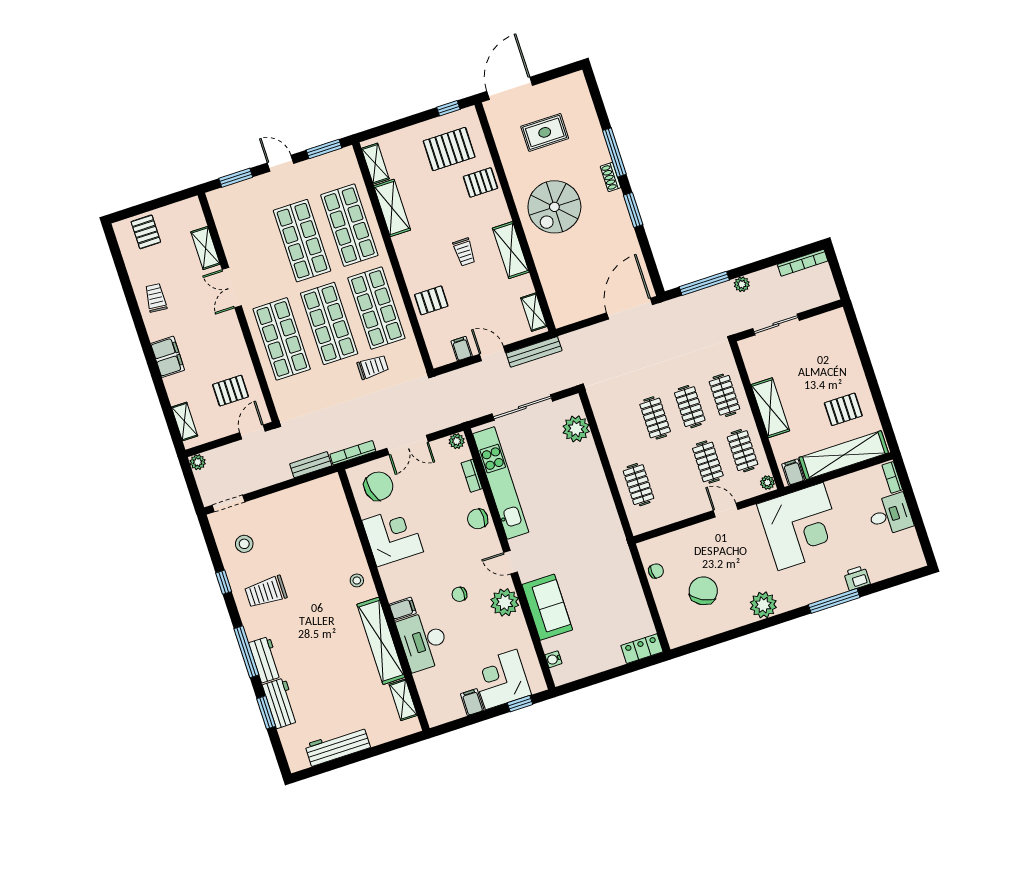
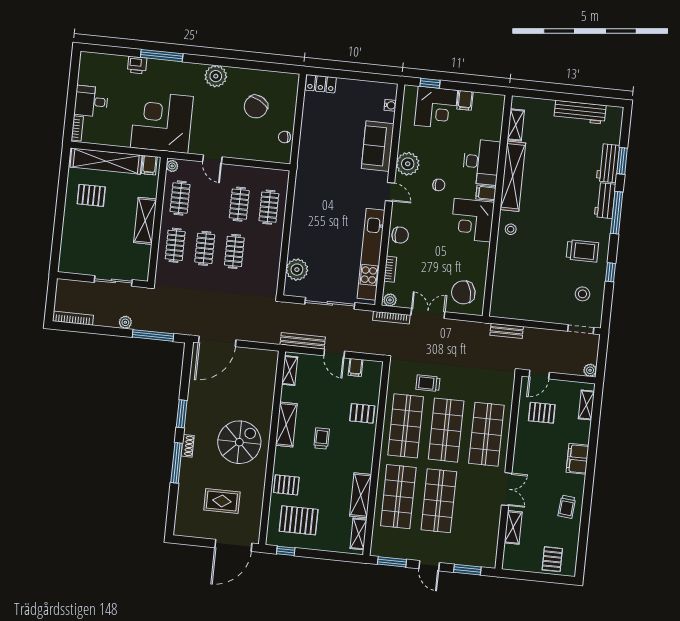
bookcase: (353, 453) -> (391, 317), moved
clothes rail: (708, 462) -> (239, 204), moved
corner desk: (393, 536) -> (472, 220), moved

